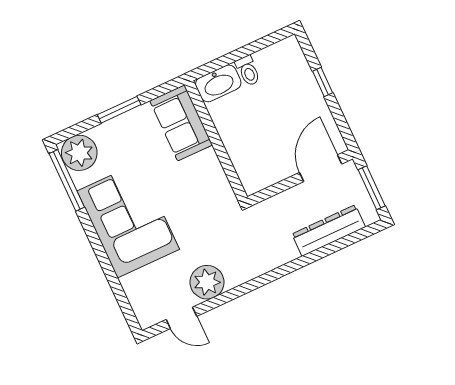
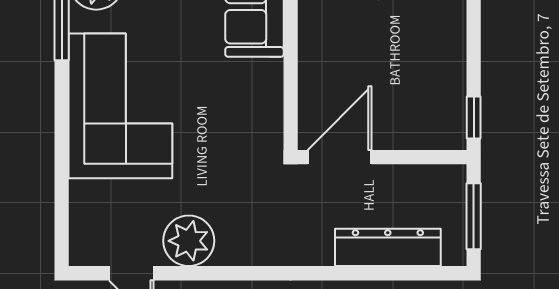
window: (323, 82) -> (474, 118), moved
door: (321, 168) -> (340, 157), moved

